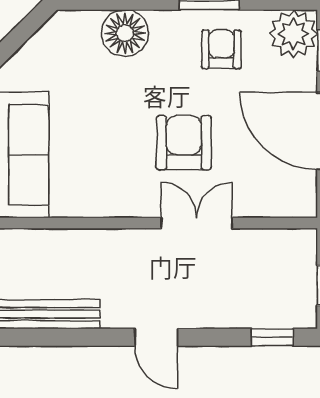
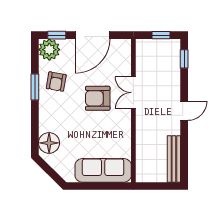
floor lamp: (125, 33) -> (49, 143), moved
armchair: (221, 49) -> (56, 82), turned -80

